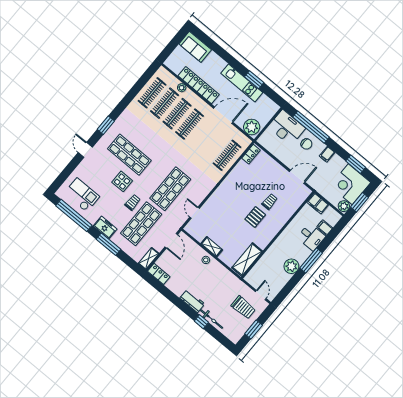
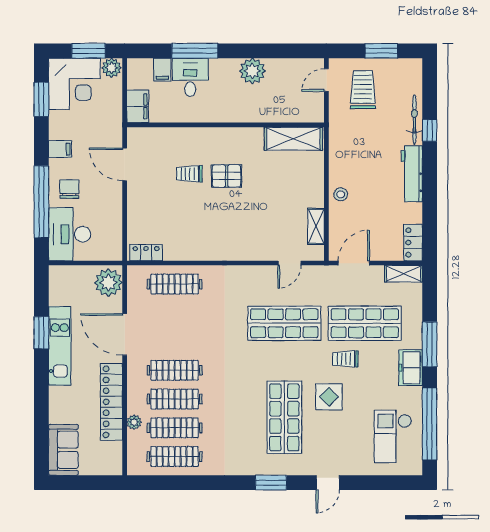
shelving: (212, 247) -> (316, 226), moved
window: (311, 260) -> (195, 51), moved
workbench: (192, 301) -> (412, 174), width x1.38

